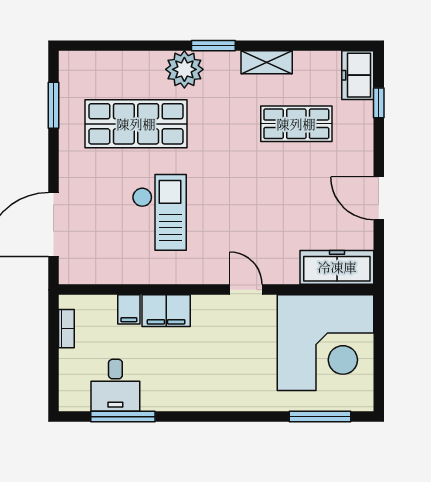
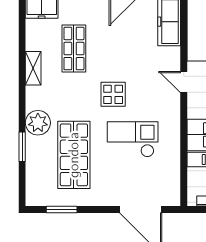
window: (213, 46) -> (22, 147), moved
display table: (227, 183) -> (113, 94), added
door: (246, 290) -> (184, 82), hinge flipped

